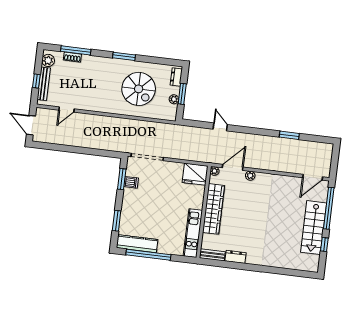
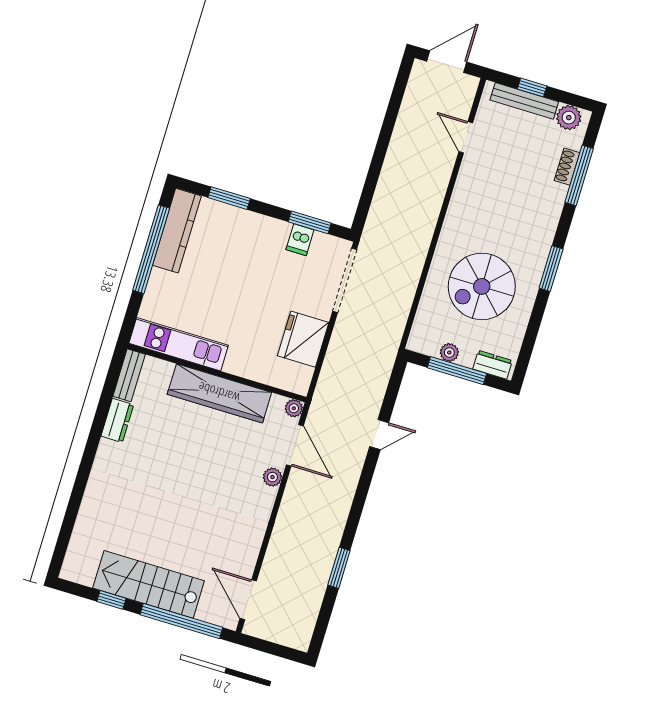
window: (182, 94) -> (457, 371), width x1.44
fridge: (195, 174) -> (303, 339), moved

